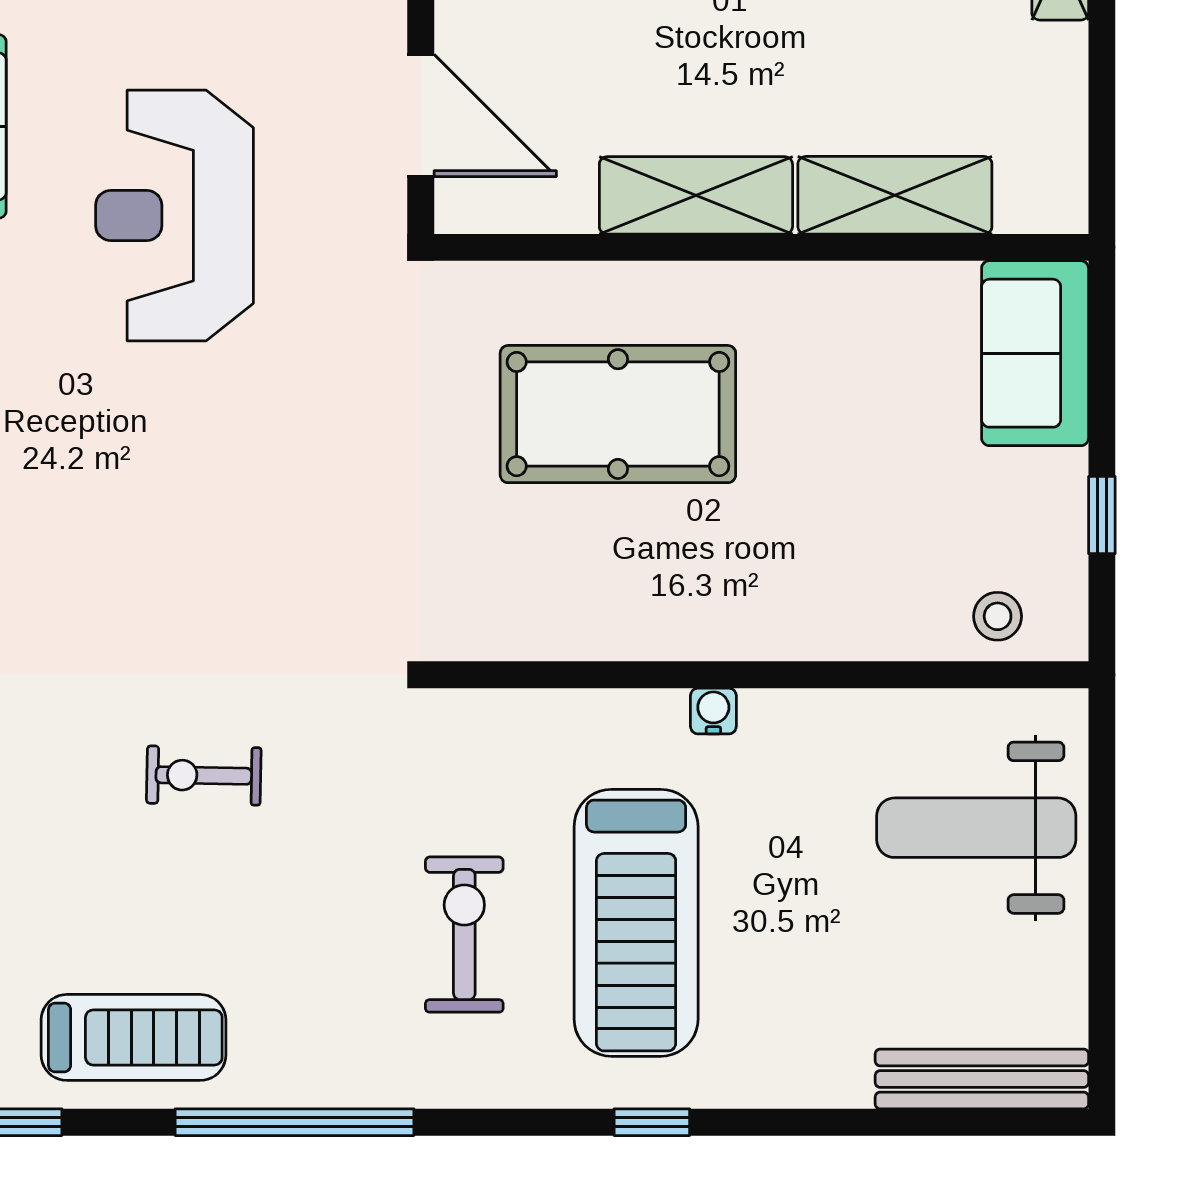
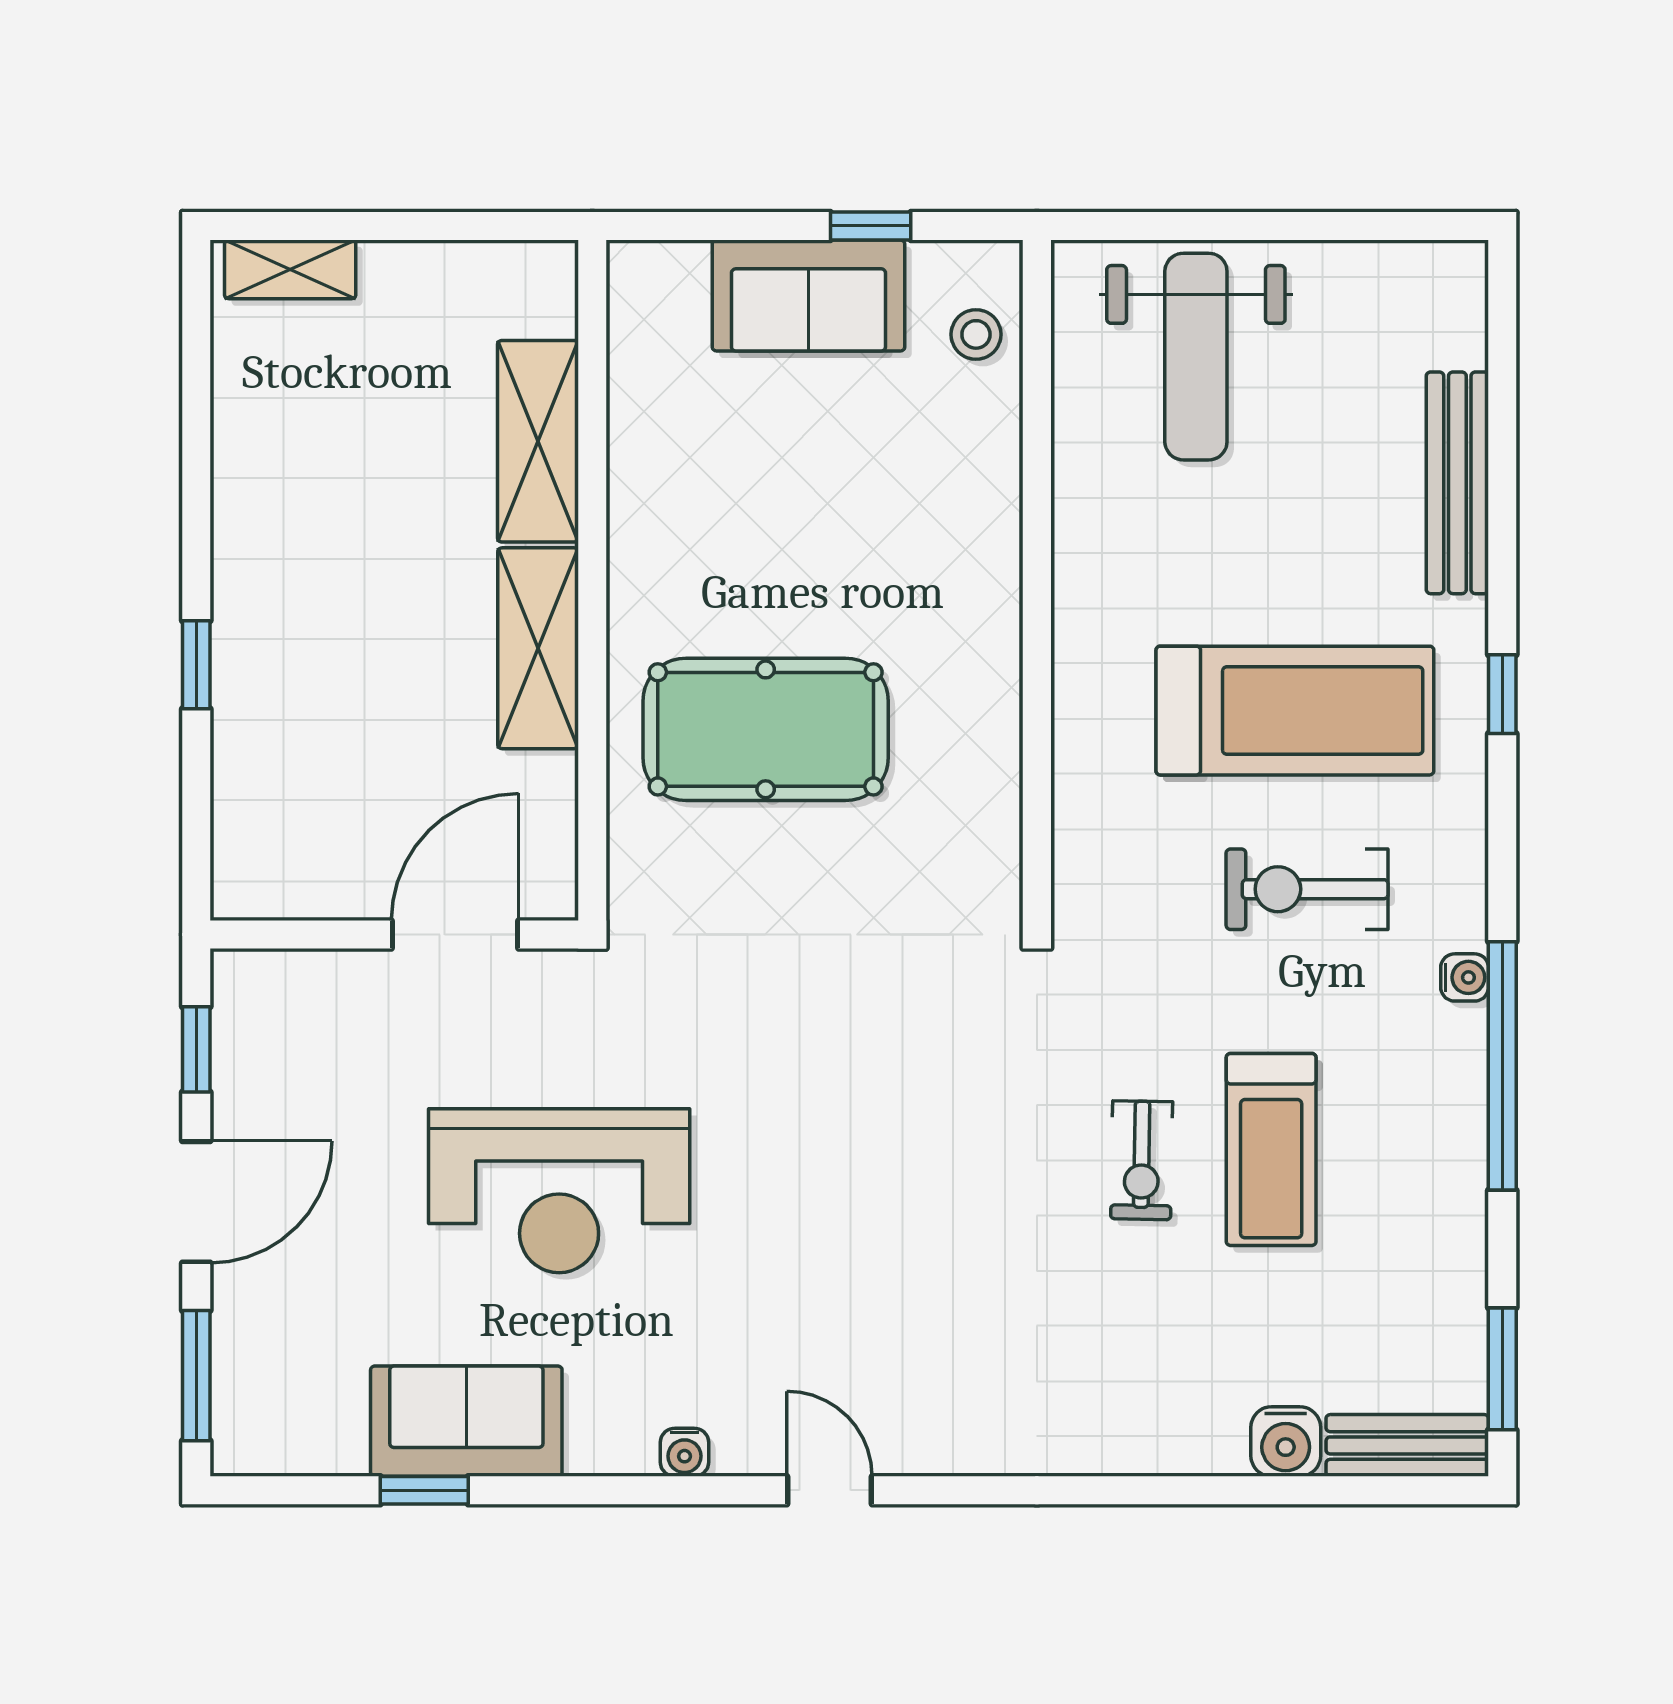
sofa: (1035, 353) -> (808, 295), moved
pool table: (618, 414) -> (766, 729), turned 90
water cooler: (713, 711) -> (1465, 977), moved, turned 180
treadmill: (133, 1037) -> (1271, 1149), moved, turned 180
bench: (982, 1079) -> (1457, 483), moved

